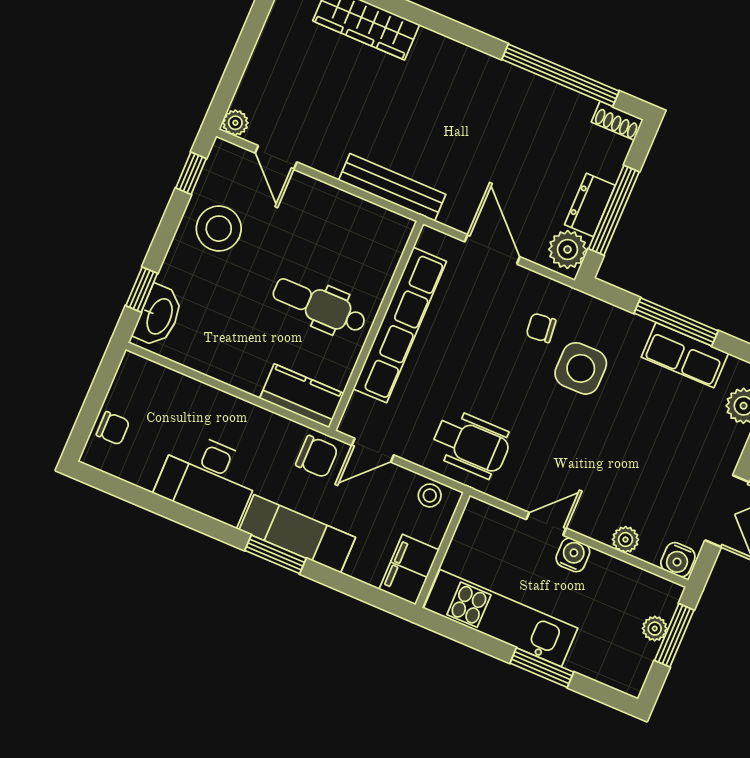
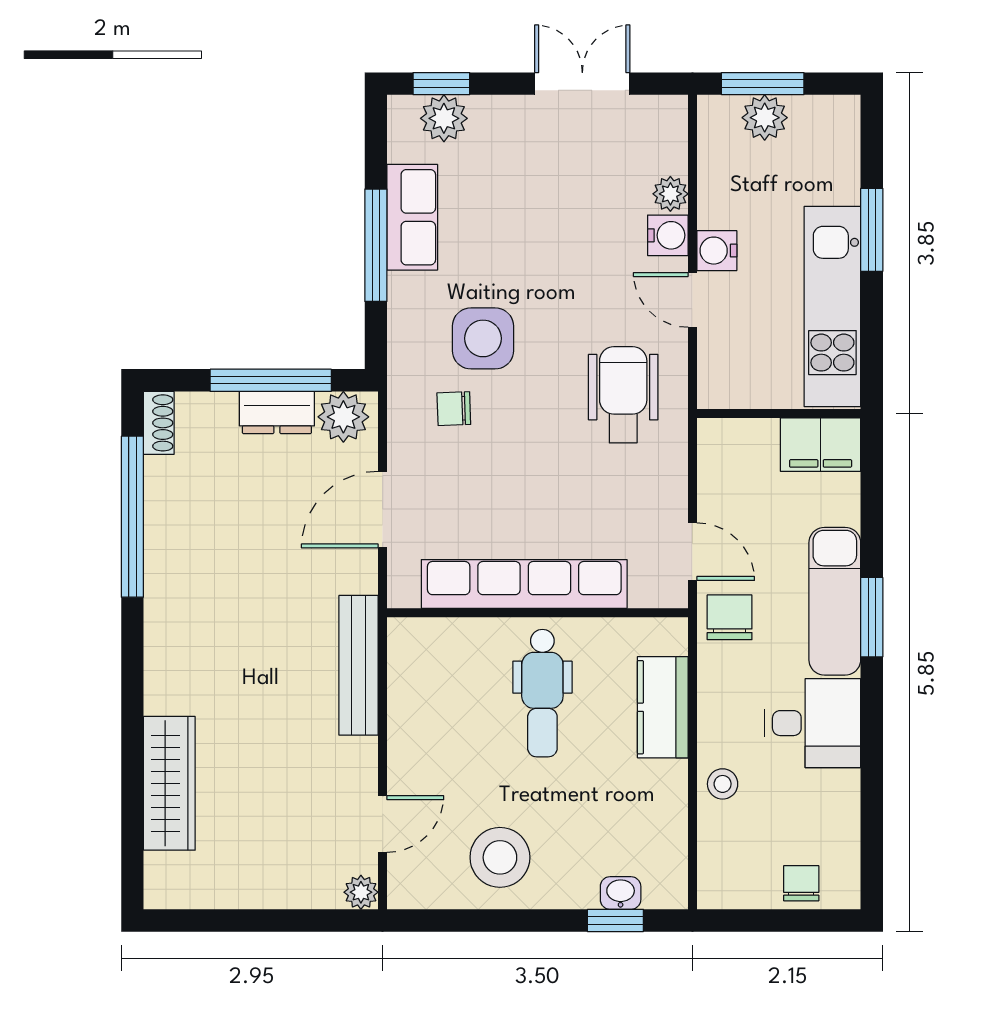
window: (191, 173) -> (447, 920), removed
washbasin: (159, 316) -> (621, 893), width x0.52, depth x0.69
chair: (541, 328) -> (454, 409), turned 94
kitchen counter: (302, 396) -> (663, 707), moved
wheelchair: (471, 444) -> (623, 395), moved
desk: (208, 478) -> (813, 723), width x0.73
stool: (430, 495) -> (723, 784), moved
water cooler: (678, 560) -> (668, 235), moved
plant: (655, 629) -> (765, 118), width x1.38, depth x1.38

